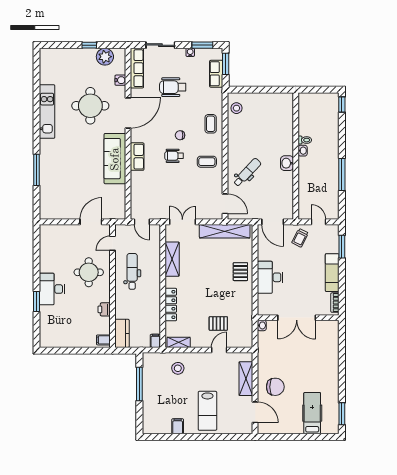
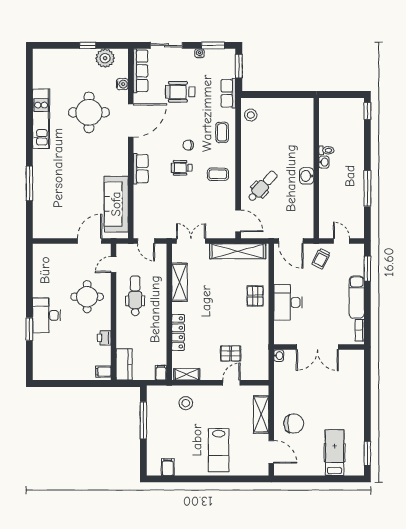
row of seats: (216, 74) -> (228, 93), moved
sofa: (115, 159) -> (116, 204), moved
filing cabinet: (178, 426) -> (168, 467), moved

